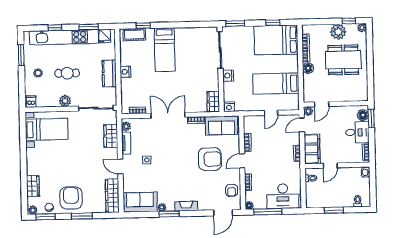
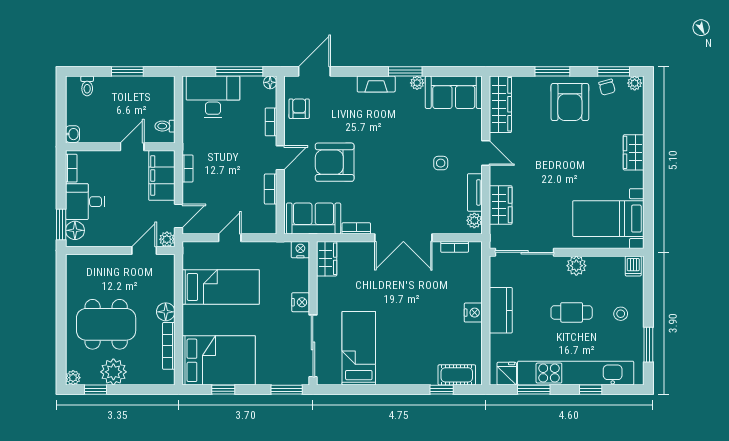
bed: (165, 50) -> (359, 348), moved
wardrobe: (33, 186) -> (634, 152), moved

